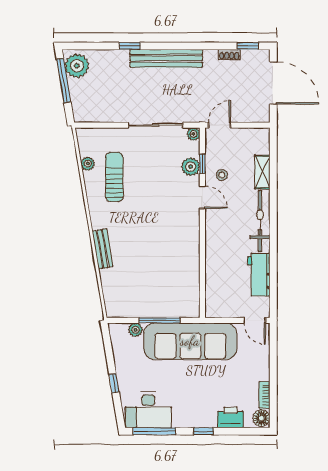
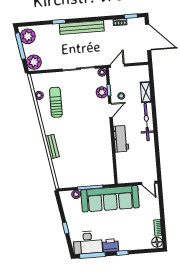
plant: (84, 109) -> (34, 62), added
door: (202, 197) -> (110, 110), hinge flipped
workbench: (259, 274) -> (121, 139), moved, turned 180
printer: (230, 417) -> (110, 245), moved

